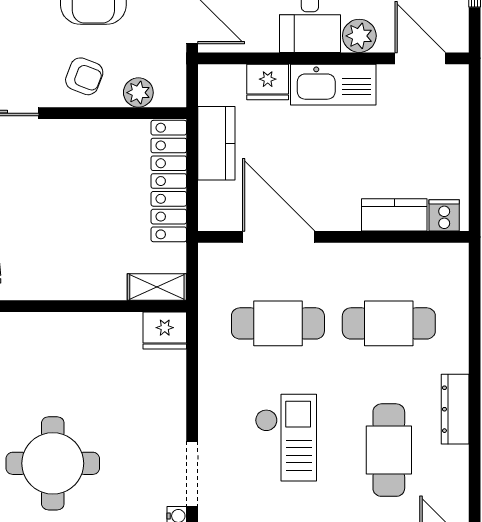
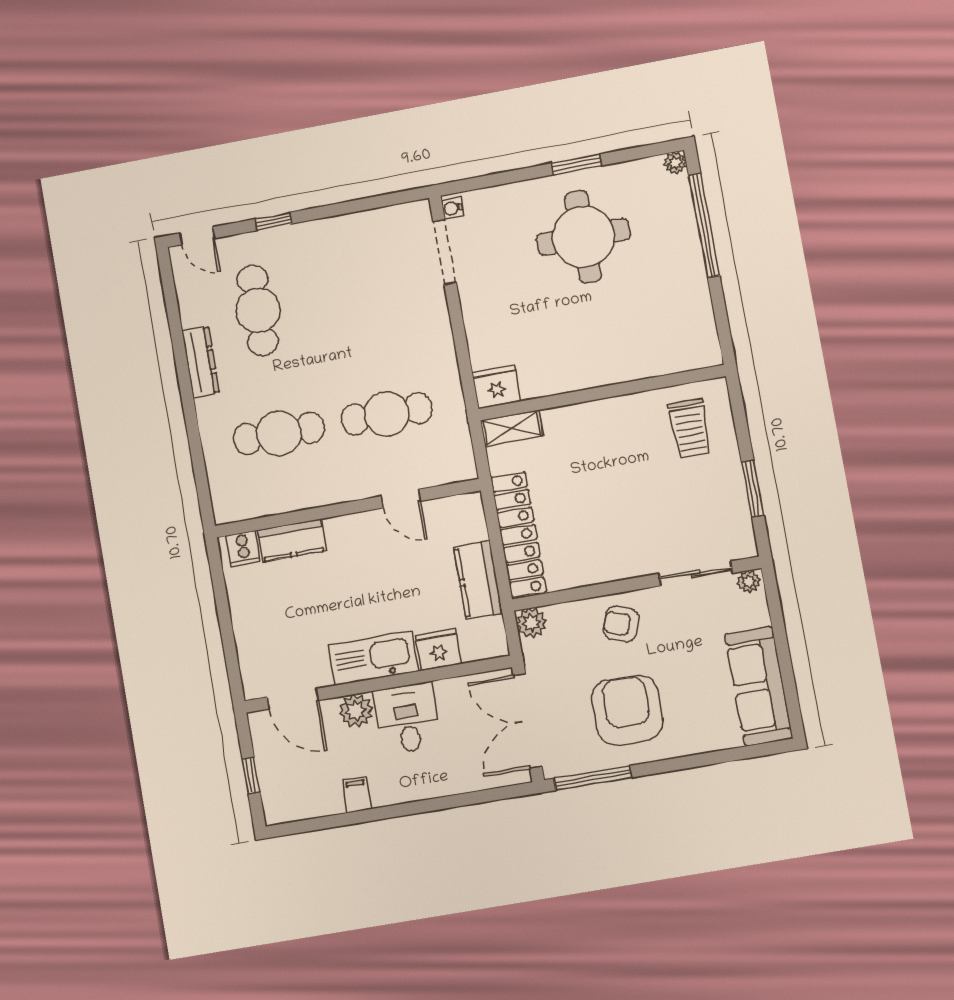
plant: (138, 93) -> (531, 623), moved
door: (279, 237) -> (401, 499), width x0.53
checkout: (286, 438) -> (359, 304), removed

